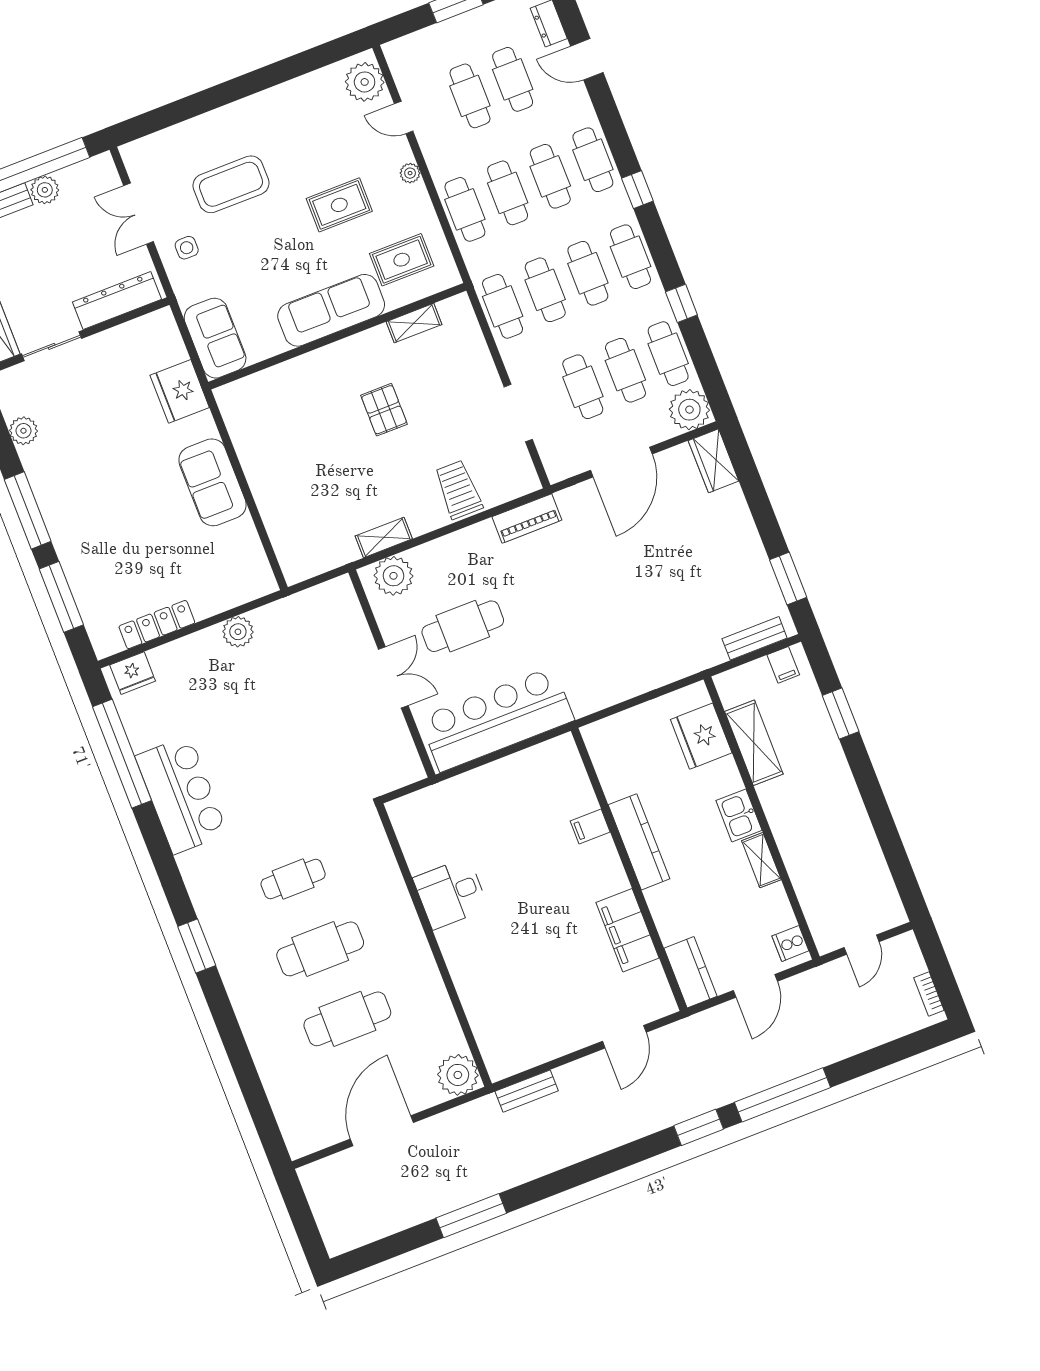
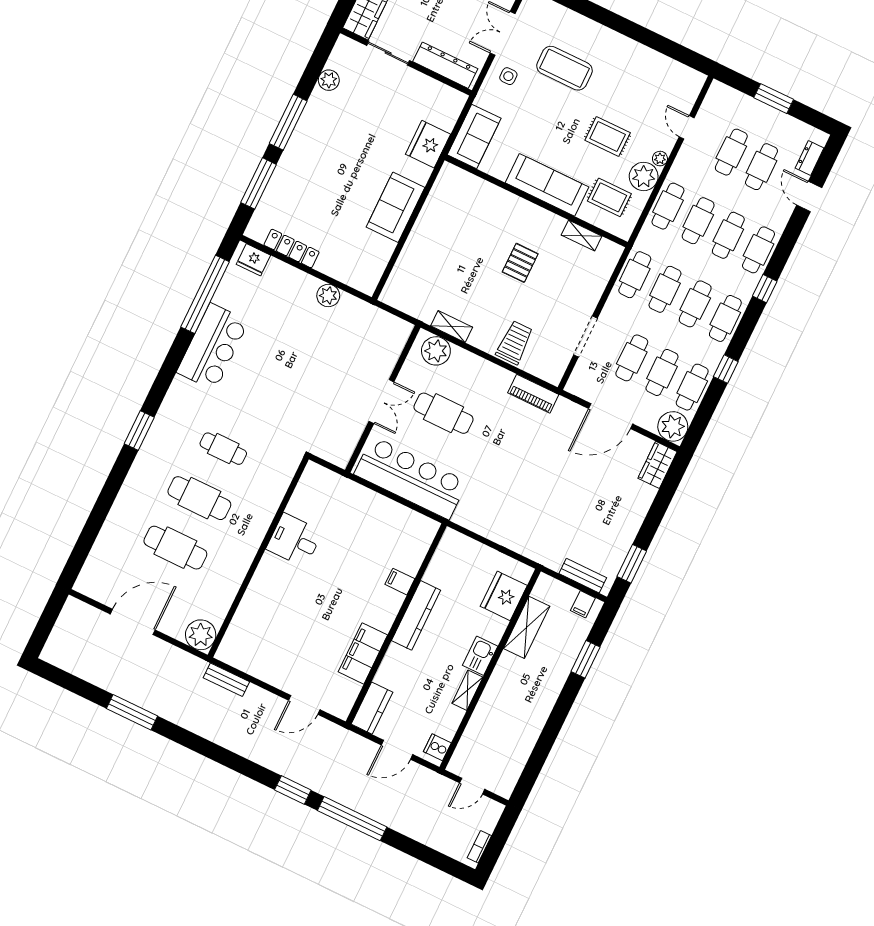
plant: (365, 82) -> (644, 176), moved

